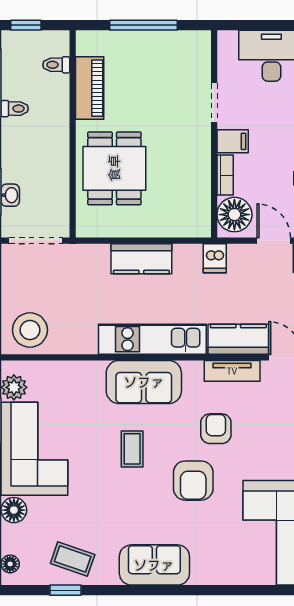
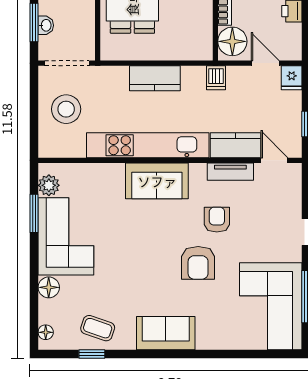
stool: (30, 330) -> (66, 109), moved
kitchen unit: (152, 339) -> (148, 145), width x1.36
coffee table: (132, 449) -> (147, 237), removed

